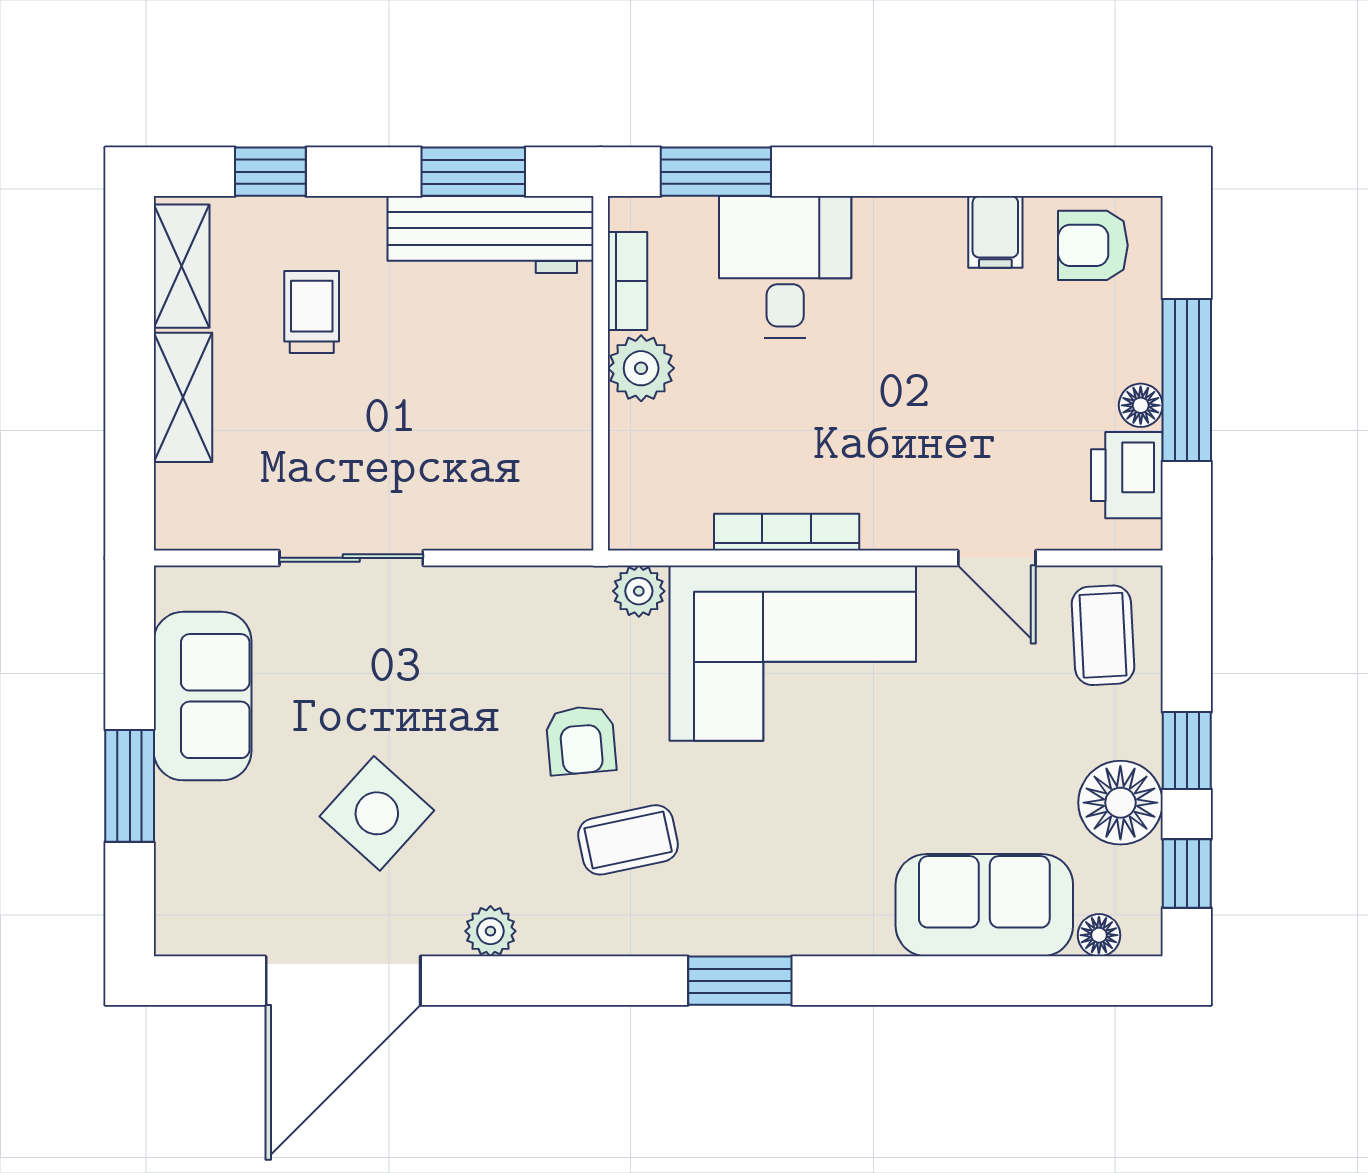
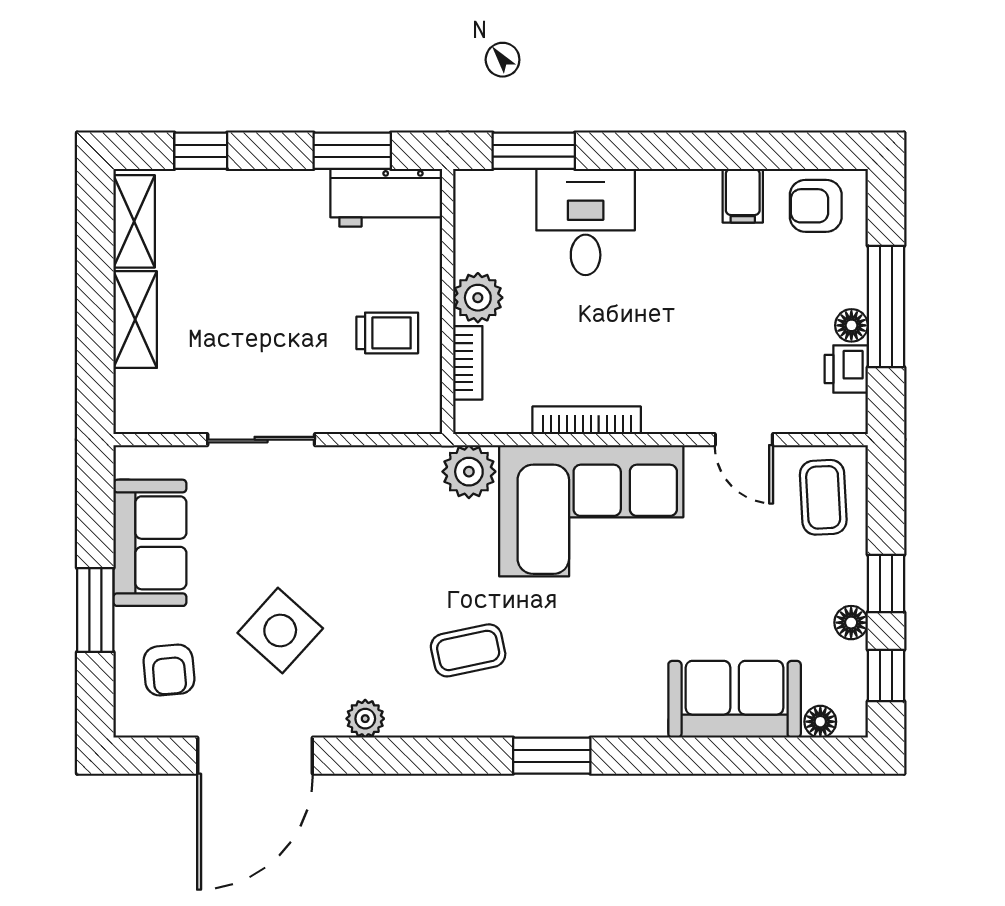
workbench: (491, 235) -> (386, 198), width x0.73
bookcase: (628, 281) -> (468, 363), moved
trolley: (312, 312) -> (387, 333), moved, turned 90
printer: (1127, 475) -> (846, 369), width x0.73, depth x0.81
plant: (639, 591) -> (469, 472), width x1.38, depth x1.38
armchair: (581, 740) -> (169, 670), moved
floor lamp: (1120, 803) -> (851, 623), width x0.53, depth x0.53

